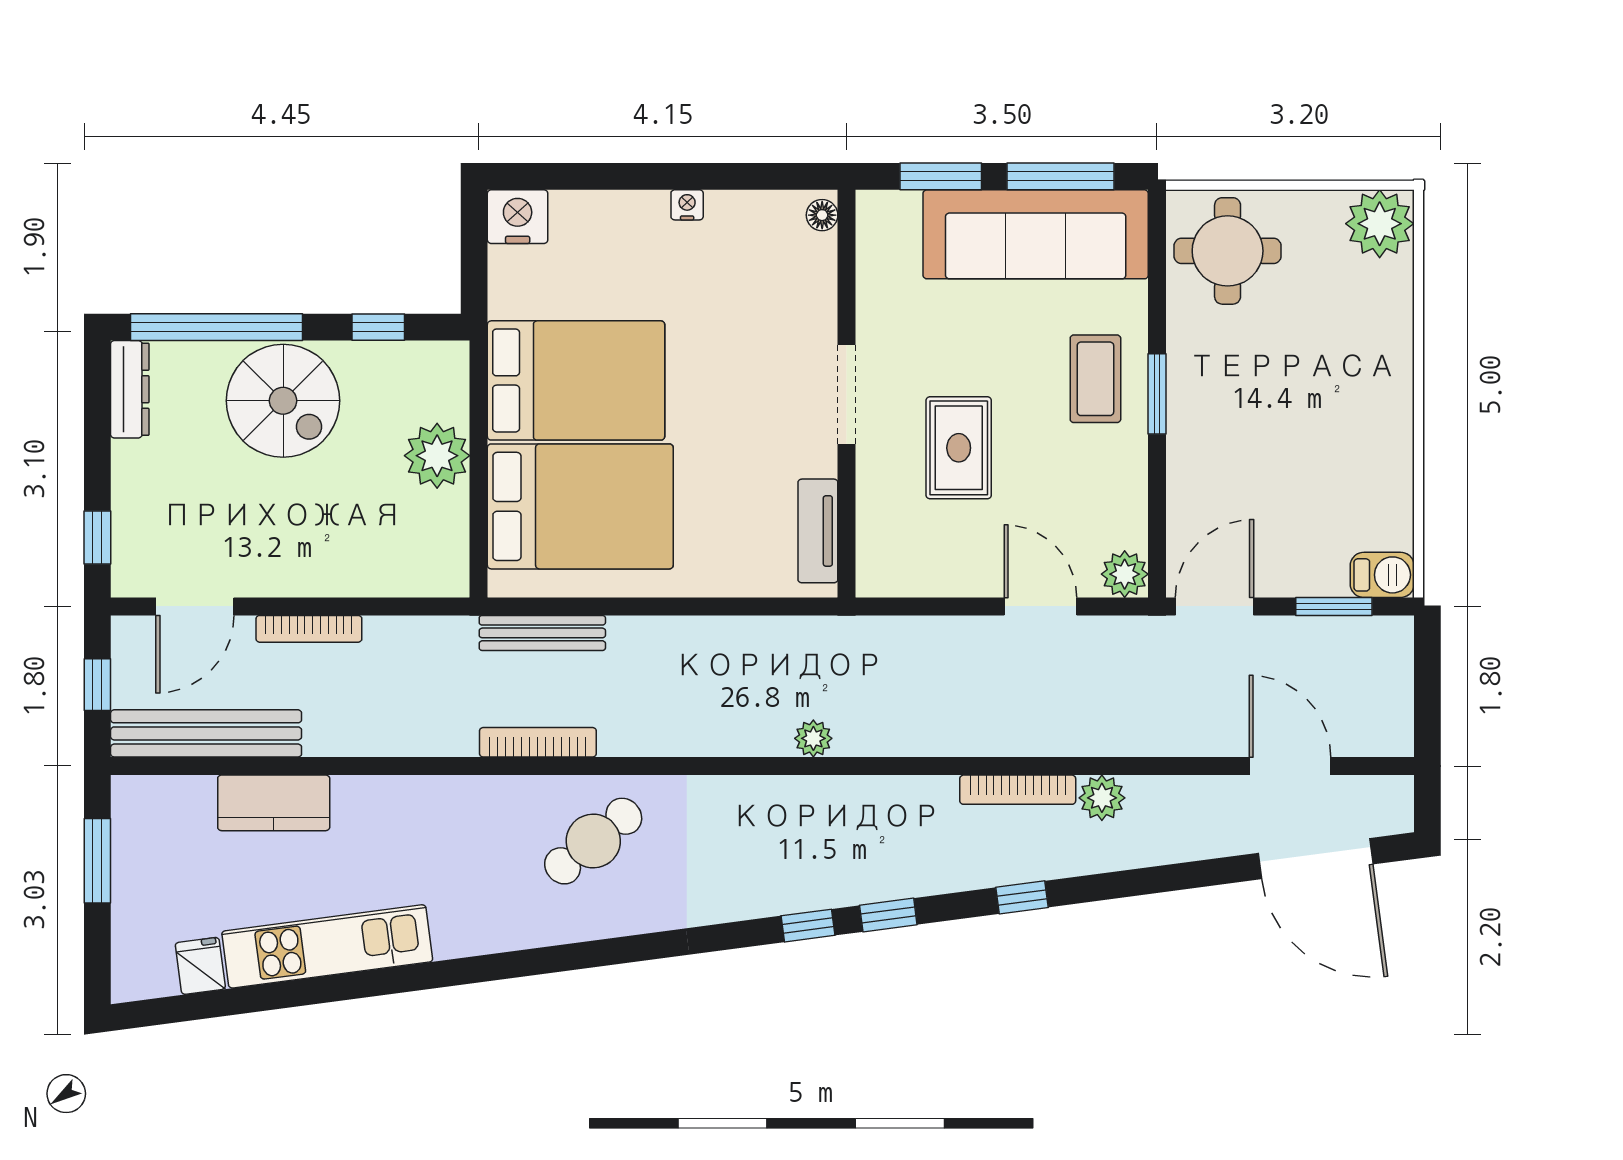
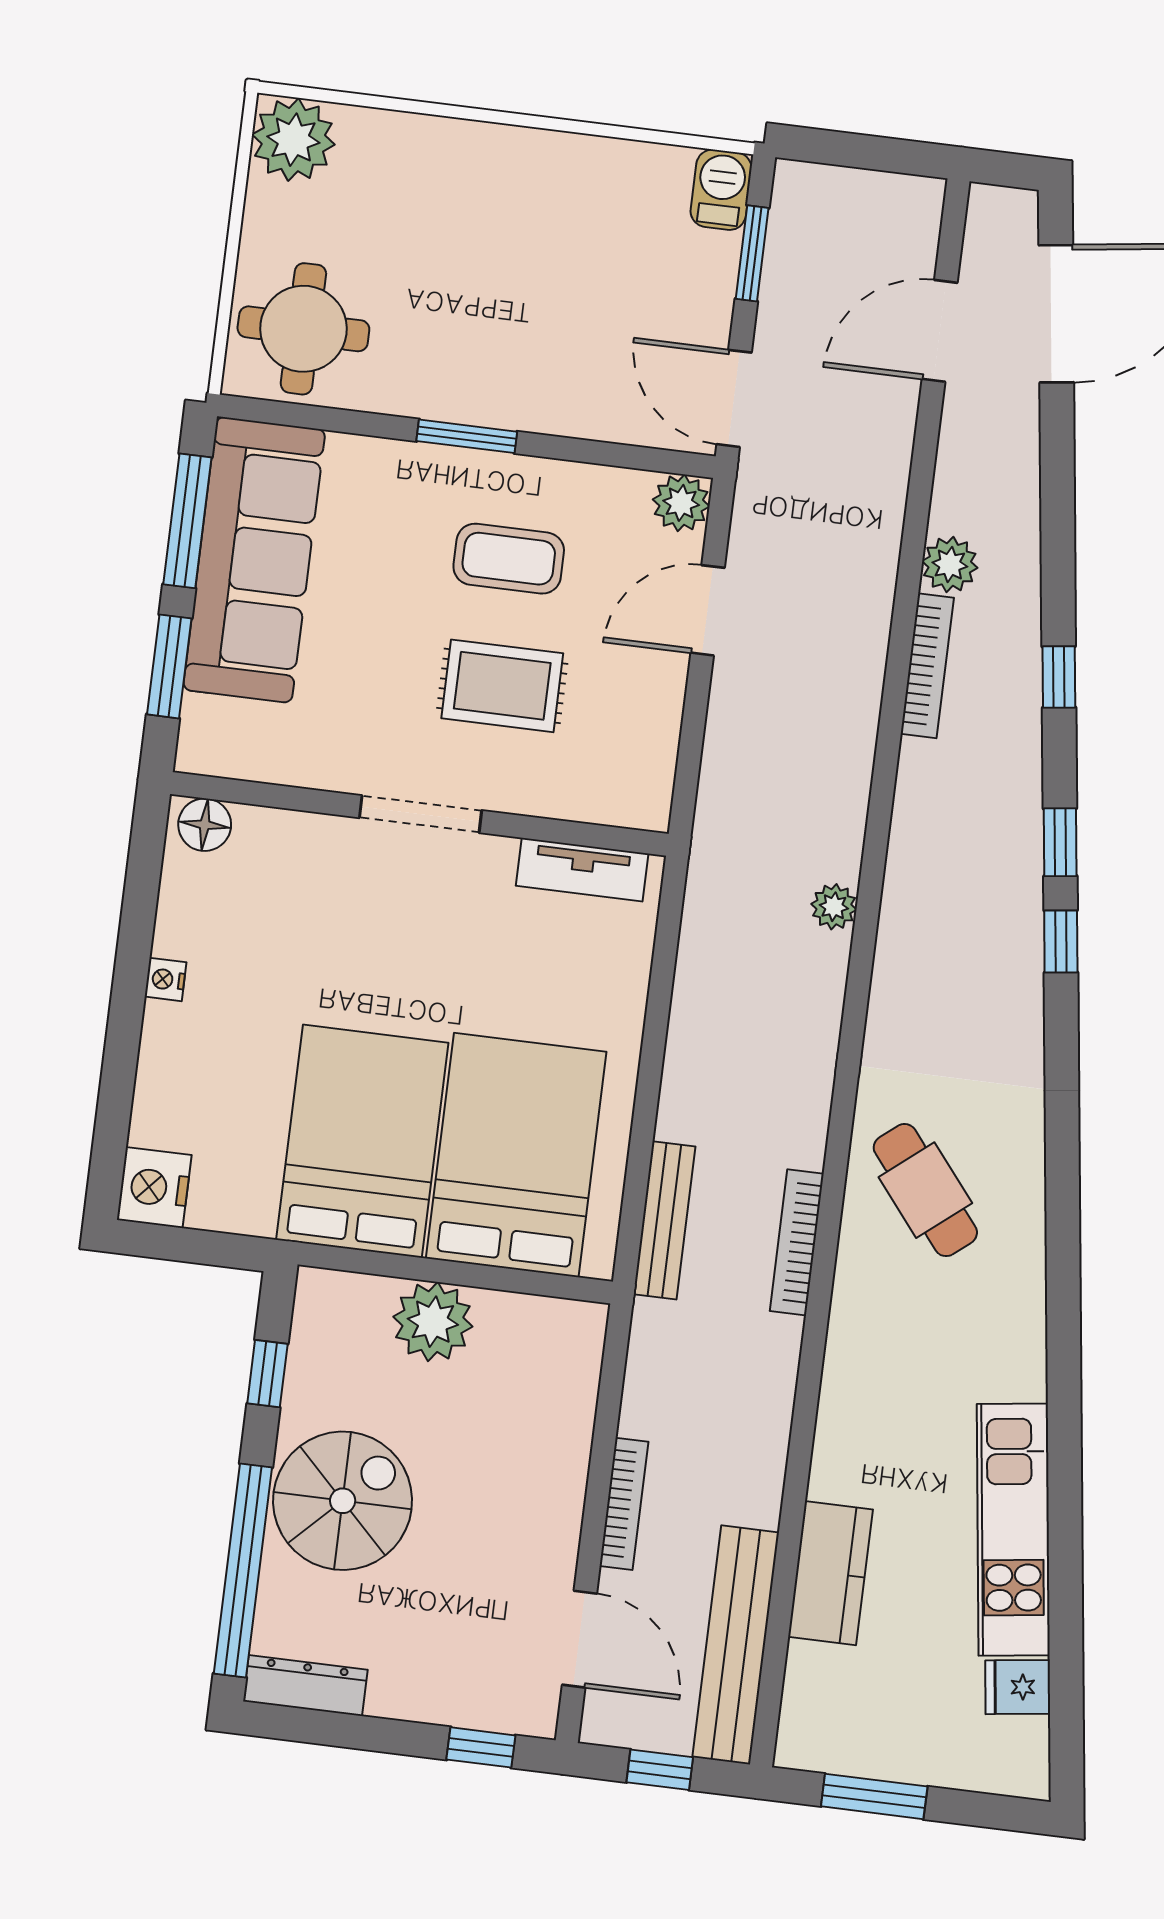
floor lamp: (822, 215) -> (205, 825), width x1.37, depth x1.37
coffee table: (1095, 379) -> (509, 559), moved

